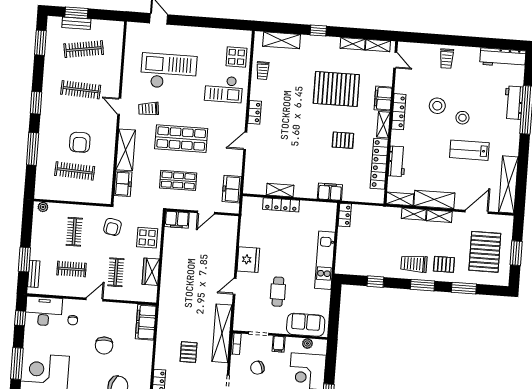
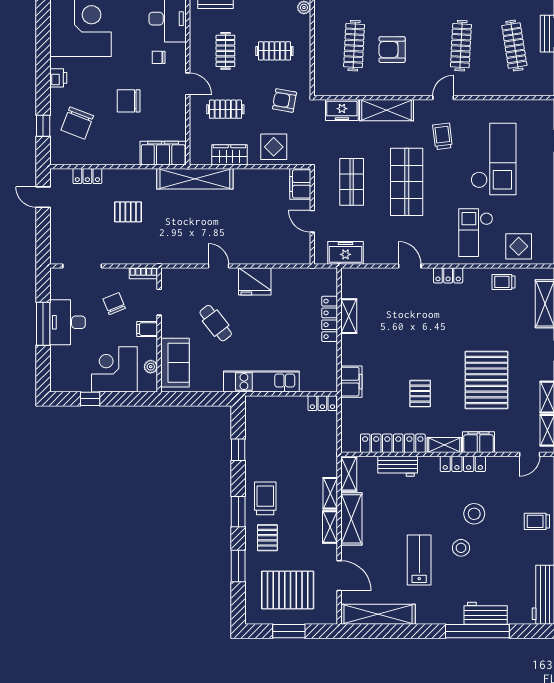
cafe table: (278, 292) -> (216, 323), turned 52
shelving: (222, 333) -> (195, 179), moved

